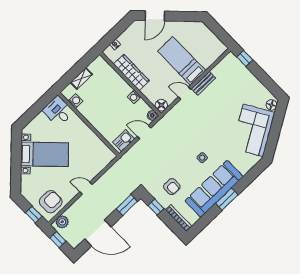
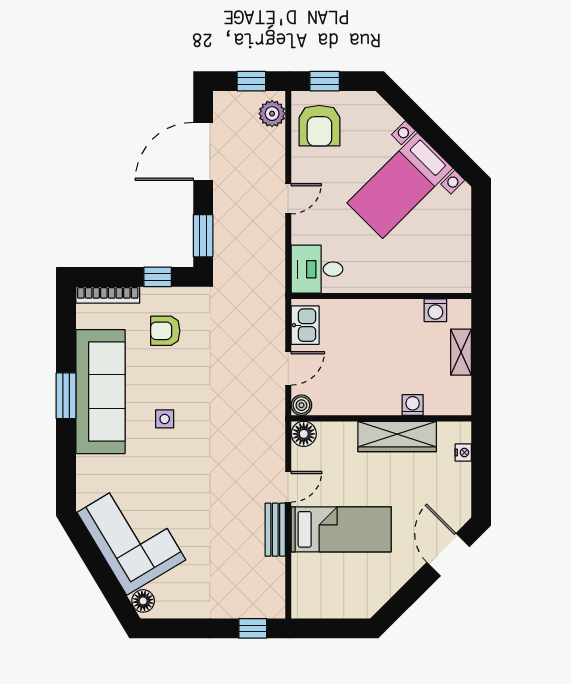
washing machine: (134, 97) -> (413, 405), moved
desk: (58, 111) -> (317, 269), moved, turned 180

